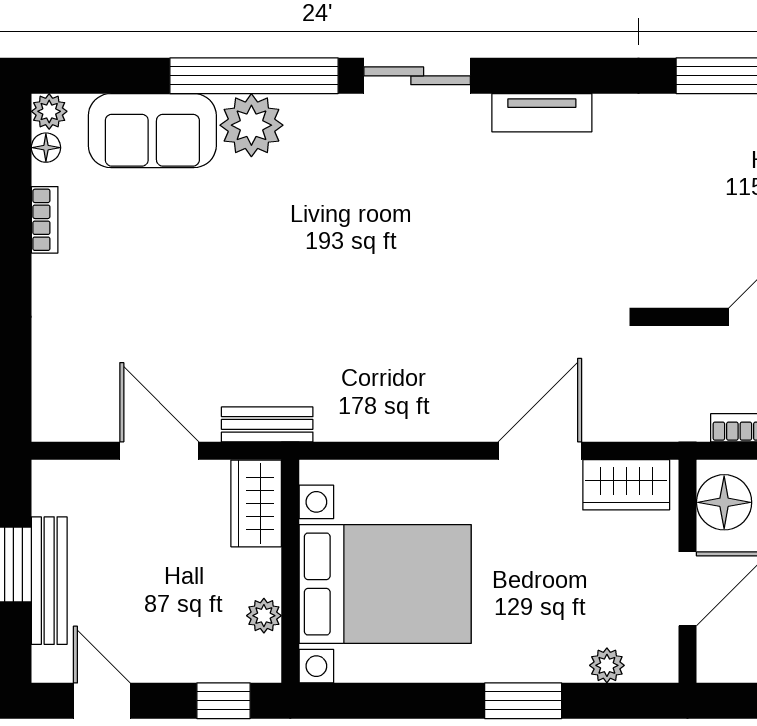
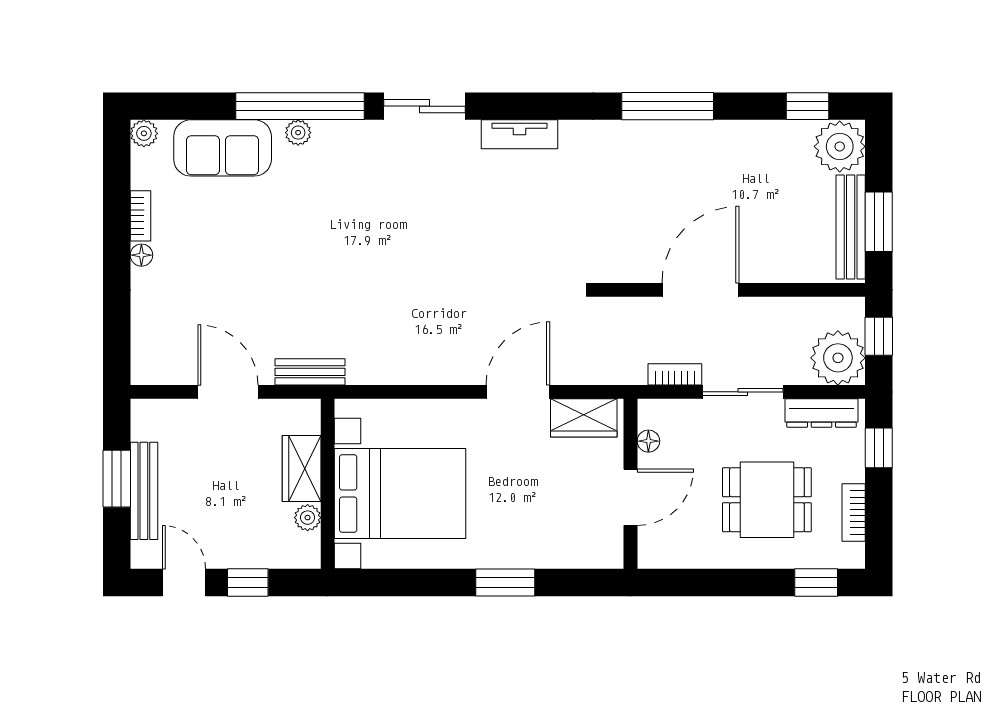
plant: (251, 125) -> (298, 133), width x0.53, depth x0.53
floor lamp: (46, 148) -> (141, 255), moved
floor lamp: (724, 502) -> (648, 441), width x0.53, depth x0.53
wardrobe: (256, 503) -> (302, 469), moved
plant: (607, 665) -> (569, 556), removed
window: (223, 701) -> (248, 582), moved

